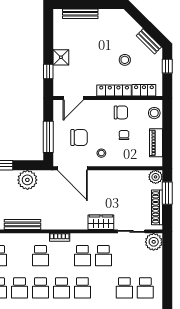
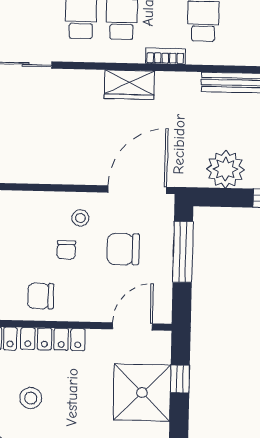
shower: (61, 57) -> (142, 393), width x1.86, depth x1.86
chair: (124, 135) -> (66, 250), moved
door: (72, 168) -> (137, 190), hinge flipped
wardrobe: (101, 222) -> (129, 85), moved

